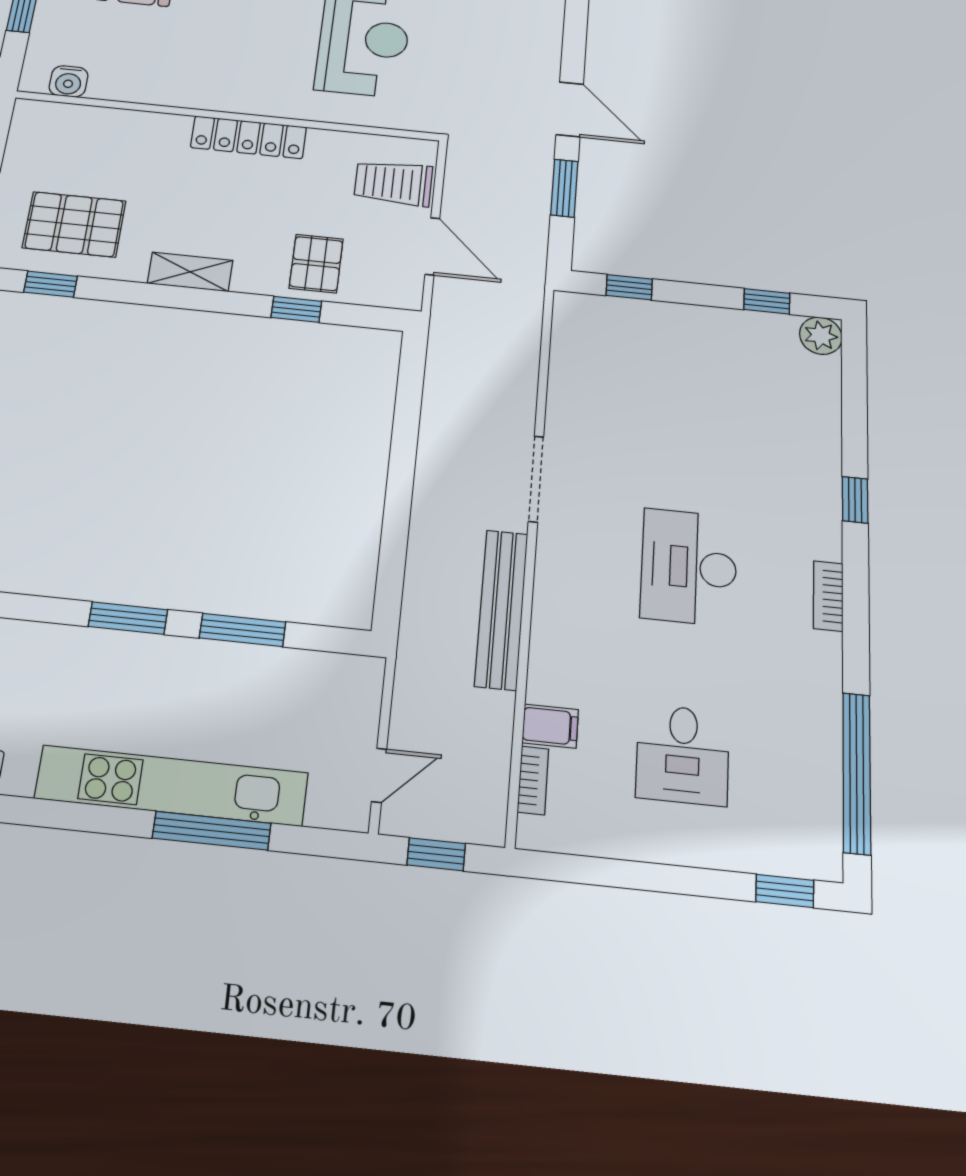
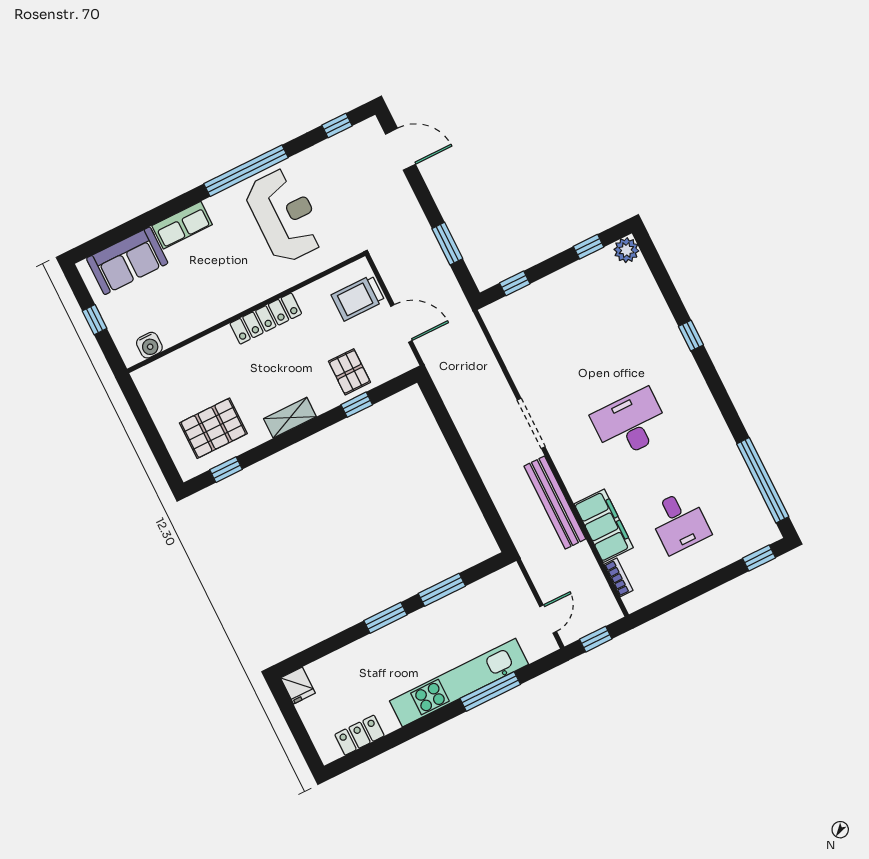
door: (570, 109) -> (400, 149), moved
desk: (689, 567) -> (630, 424), turned 90
bookcase: (828, 596) -> (704, 397), removed
filing cabinet: (550, 726) -> (604, 526), width x3.00, depth x1.17

